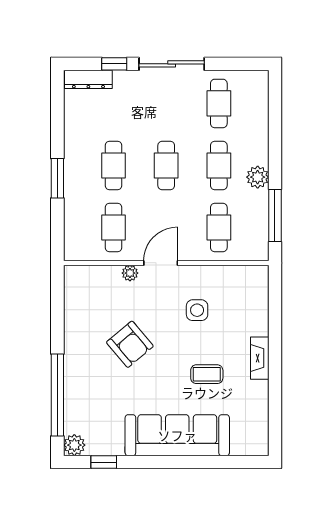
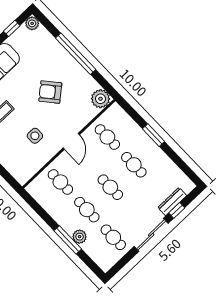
dresser: (88, 79) -> (172, 202), moved
plant: (258, 177) -> (80, 237), moved
window: (275, 216) -> (68, 240), moved
plant: (130, 273) -> (100, 99), moved, width x1.88, depth x1.88
window: (57, 395) -> (76, 54), moved

